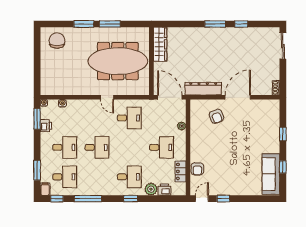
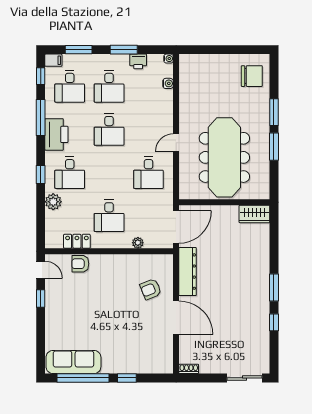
wardrobe: (160, 44) -> (254, 214), width x0.67
window: (37, 119) -> (124, 50), moved
window: (283, 167) -> (83, 378), width x3.17
printer: (164, 190) -> (56, 134), moved, width x1.87, depth x1.48

